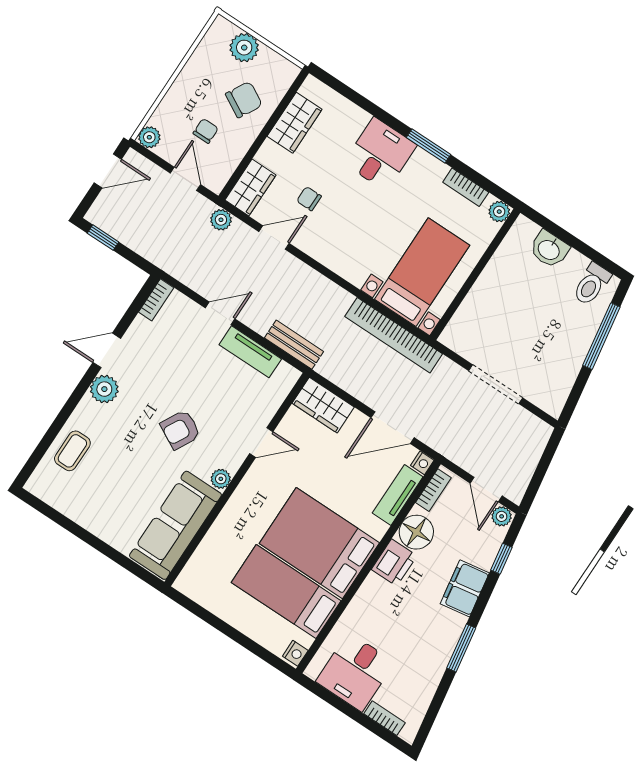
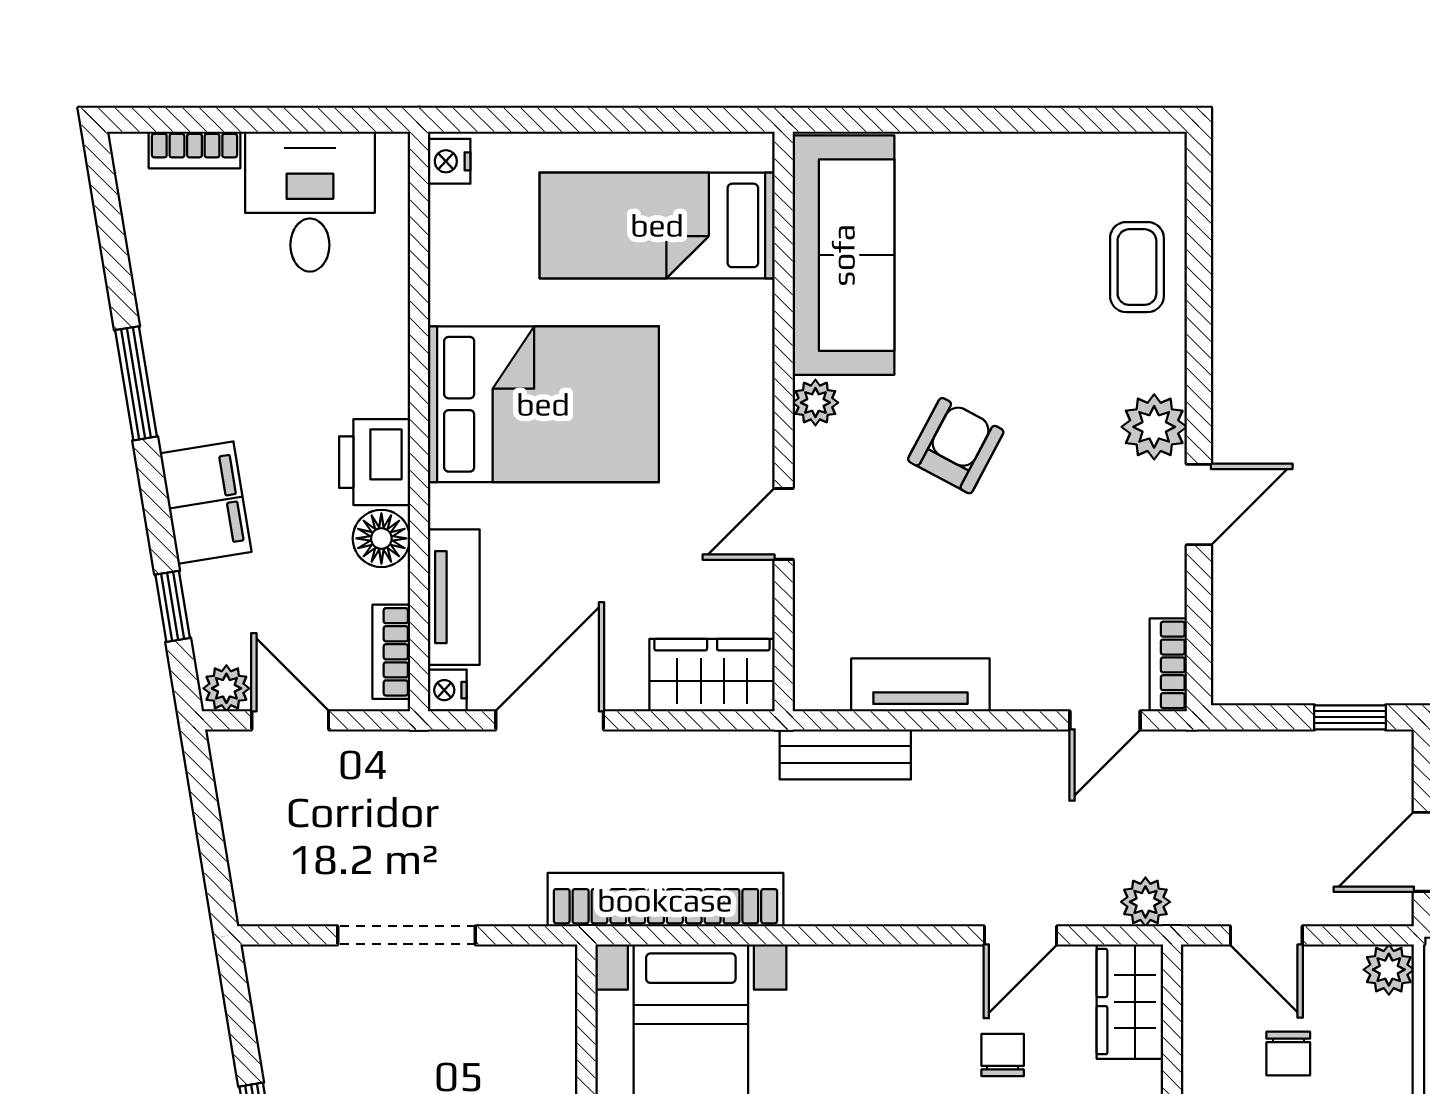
chair: (309, 199) -> (1003, 1055), turned -90
door: (220, 313) -> (1105, 720), moved
floor lamp: (416, 532) -> (381, 538), width x0.73, depth x0.73
bed: (286, 592) -> (657, 225), moved, turned 180

